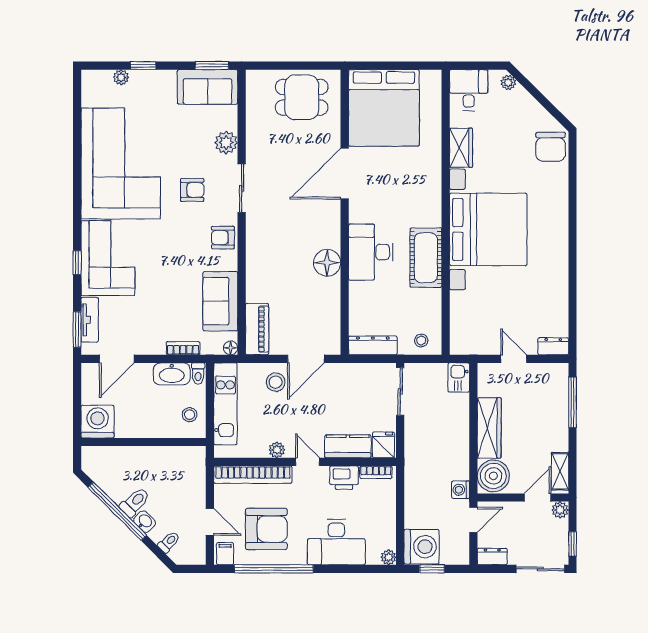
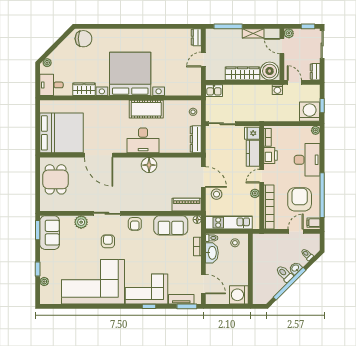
shelving: (560, 471) -> (253, 33), moved

